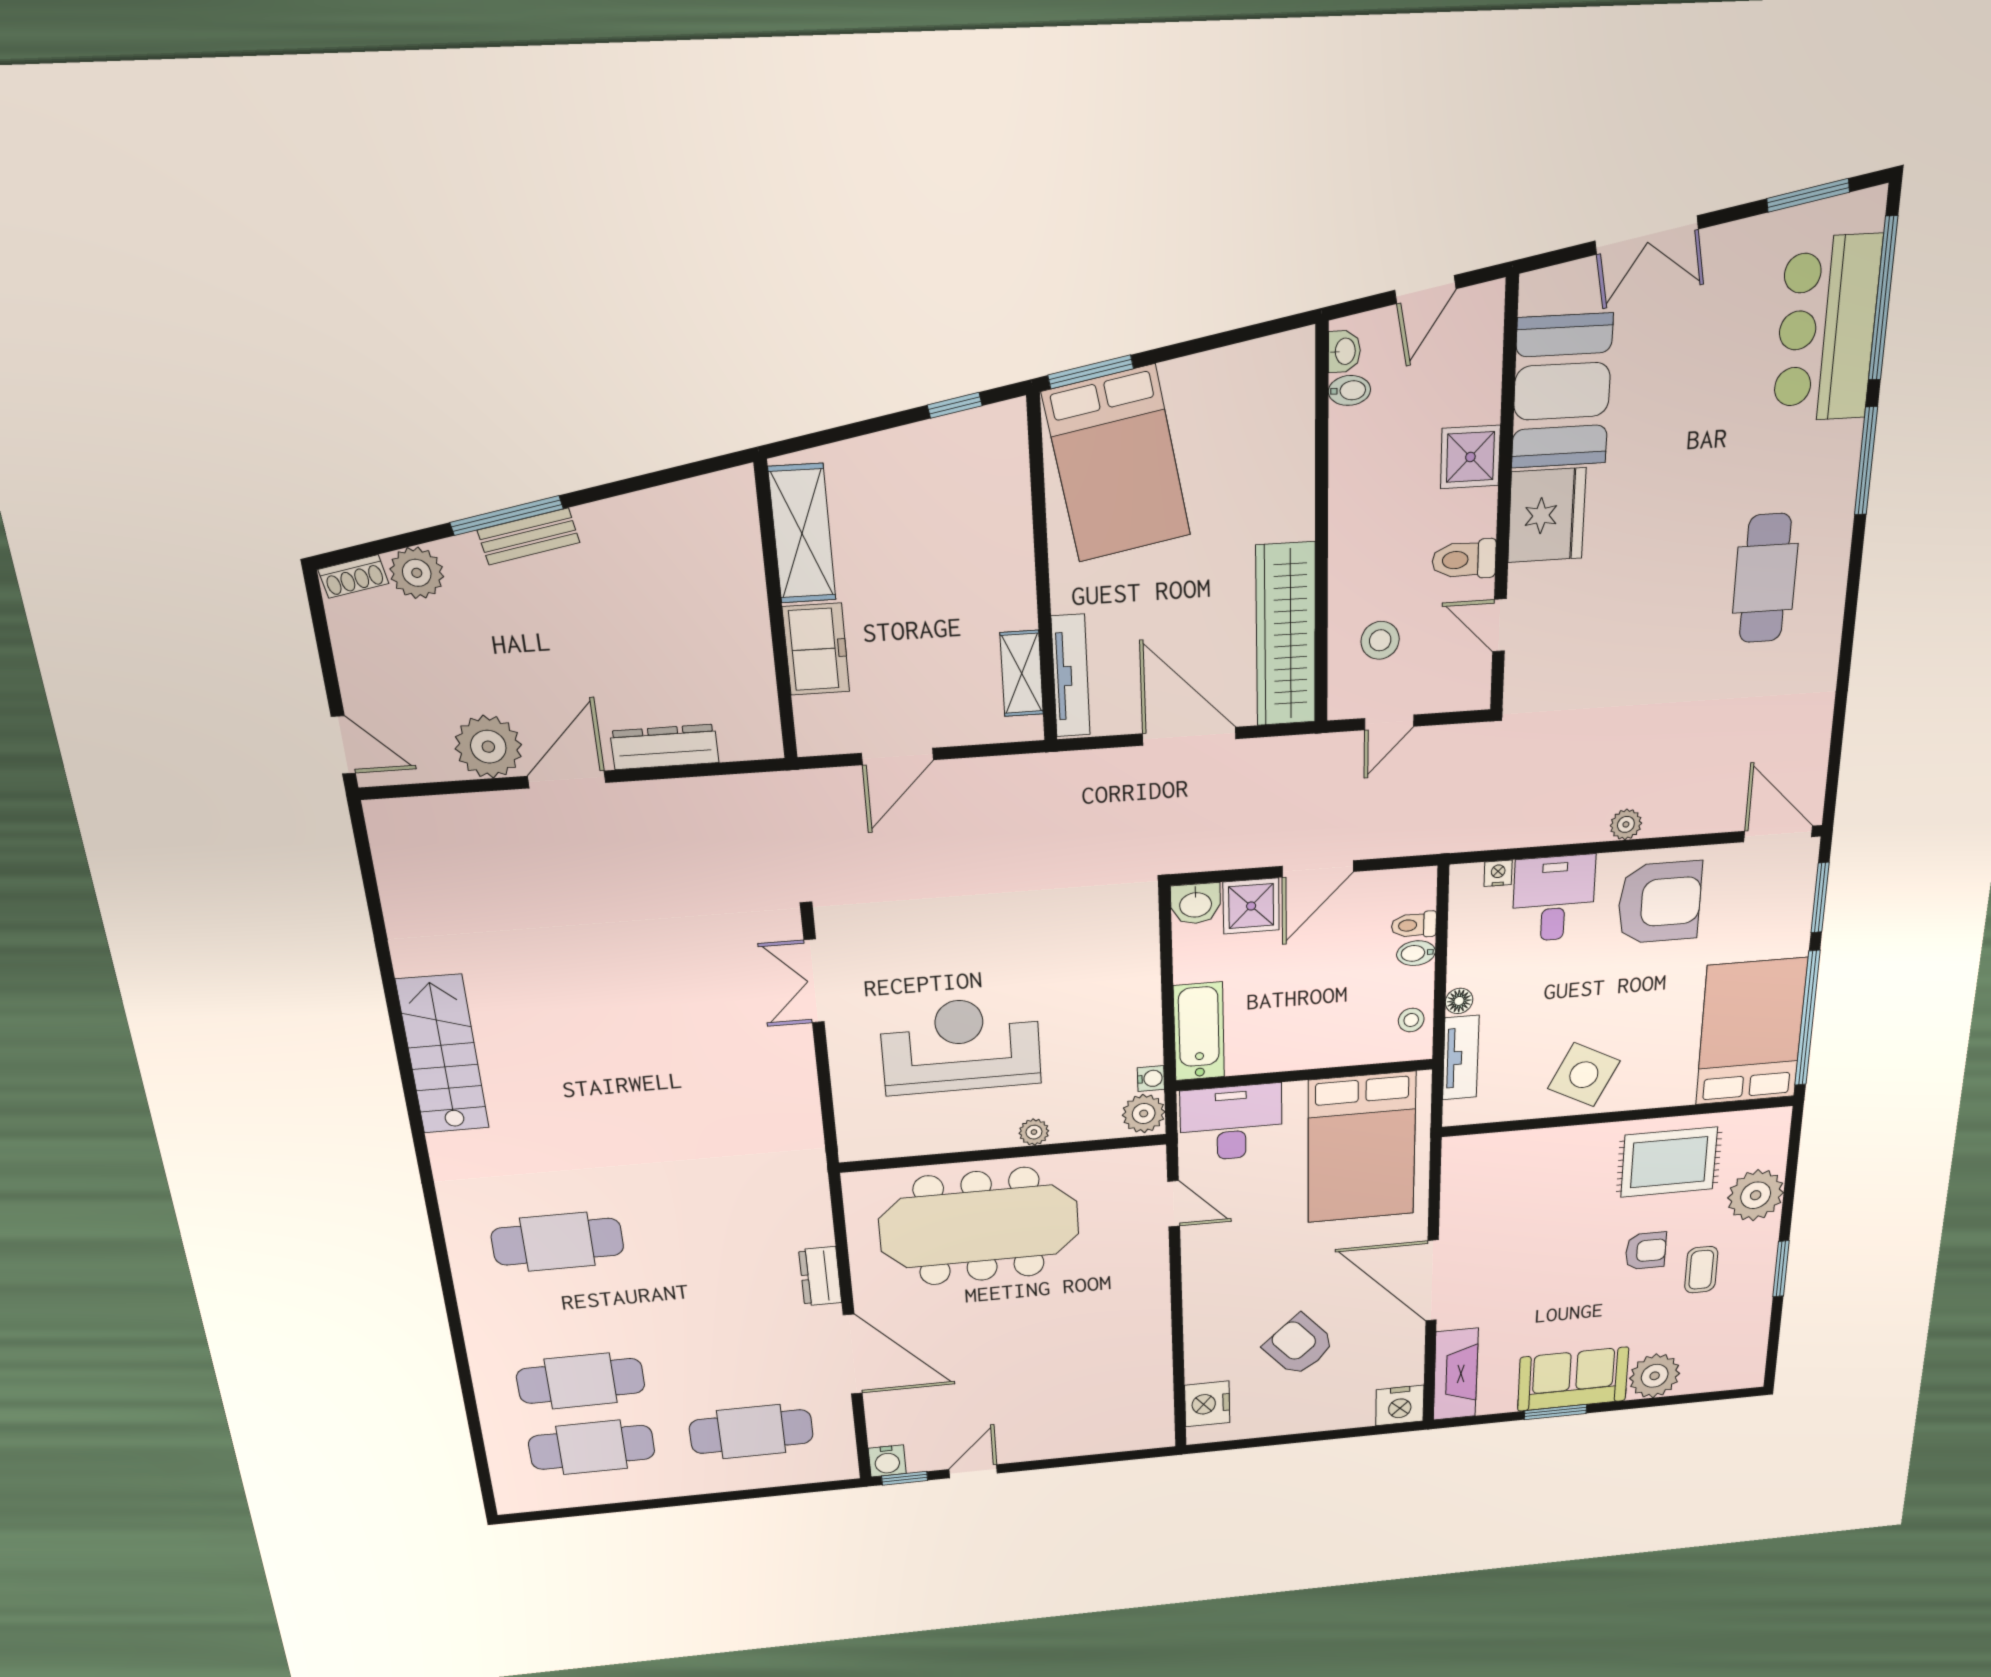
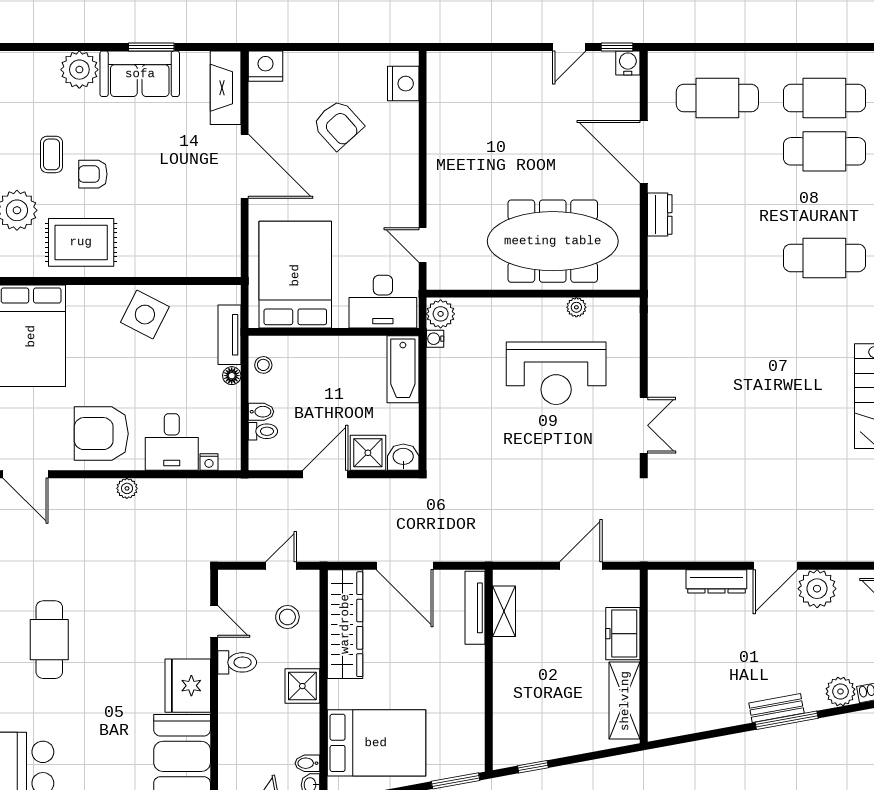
shower: (1470, 457) -> (302, 686), moved
bed: (1117, 464) -> (376, 743), moved, turned 100
plant: (1034, 1132) -> (576, 307), moved

